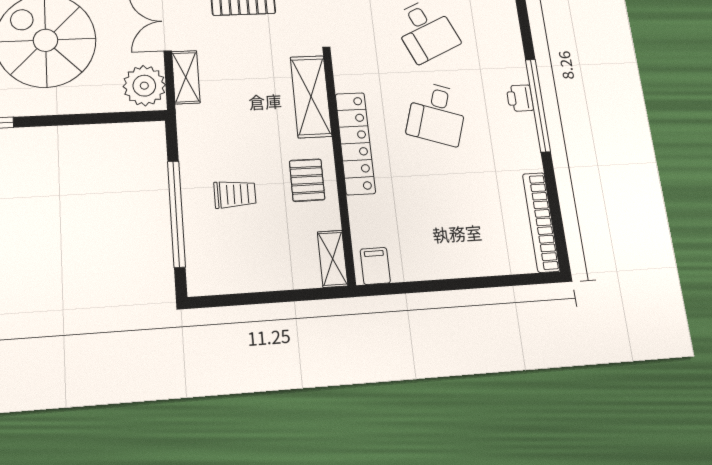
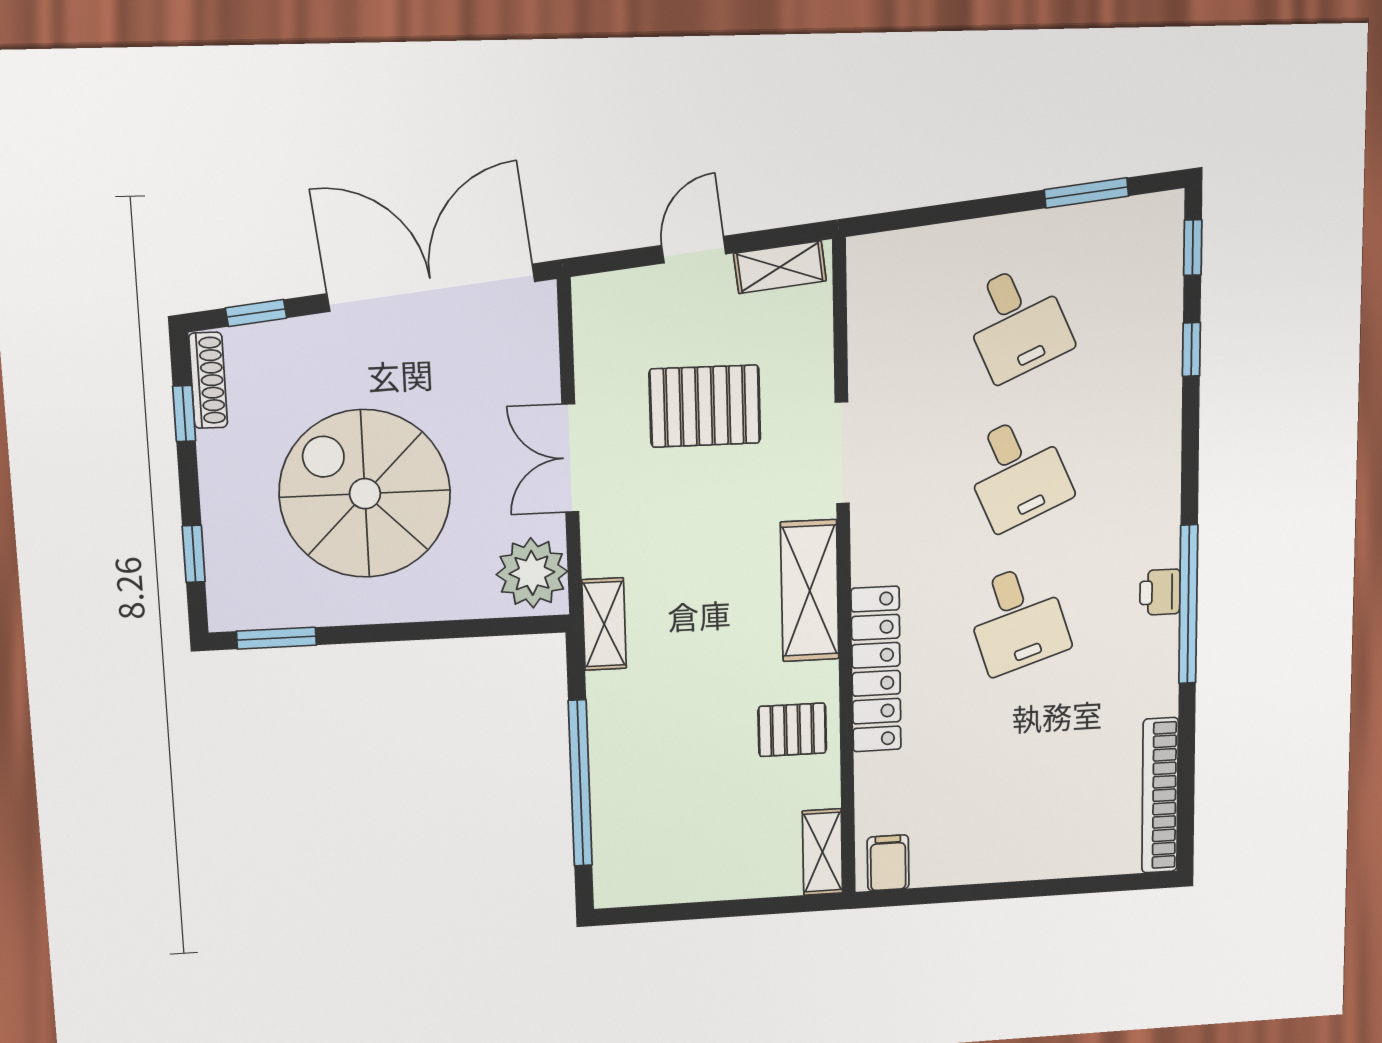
shelving: (186, 77) -> (604, 624), moved
desk: (437, 113) -> (1017, 619), turned -36
pallet: (307, 180) -> (792, 730), turned 90
trolley: (235, 194) -> (675, 753), removed

